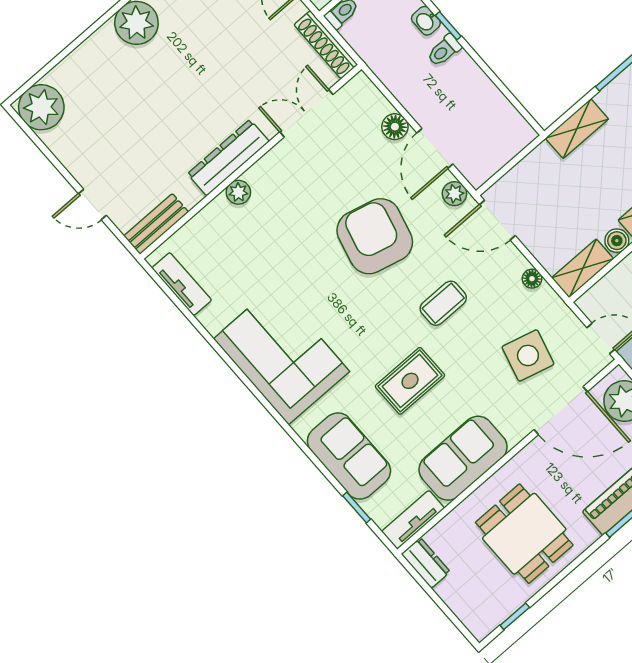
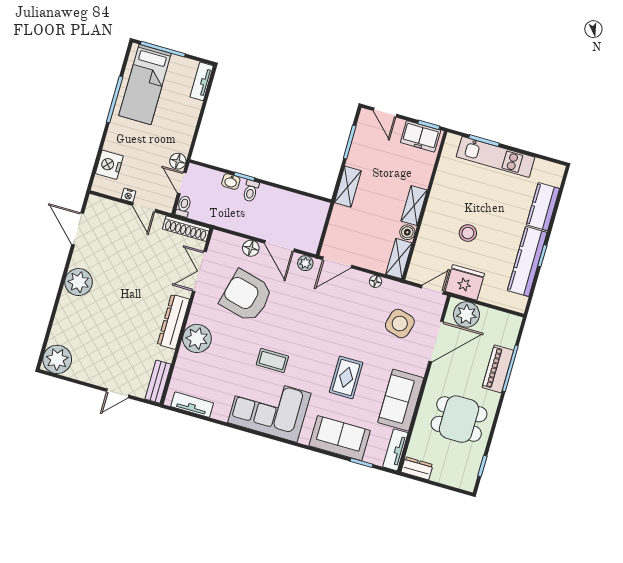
plant: (238, 192) -> (197, 338), width x1.87, depth x1.87
armchair: (375, 236) -> (246, 296), moved
coffee table: (443, 303) -> (272, 360), moved, turned 90

